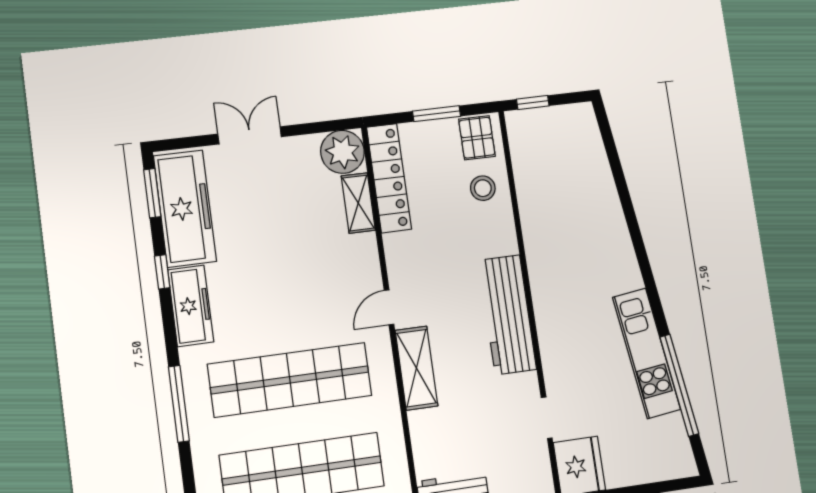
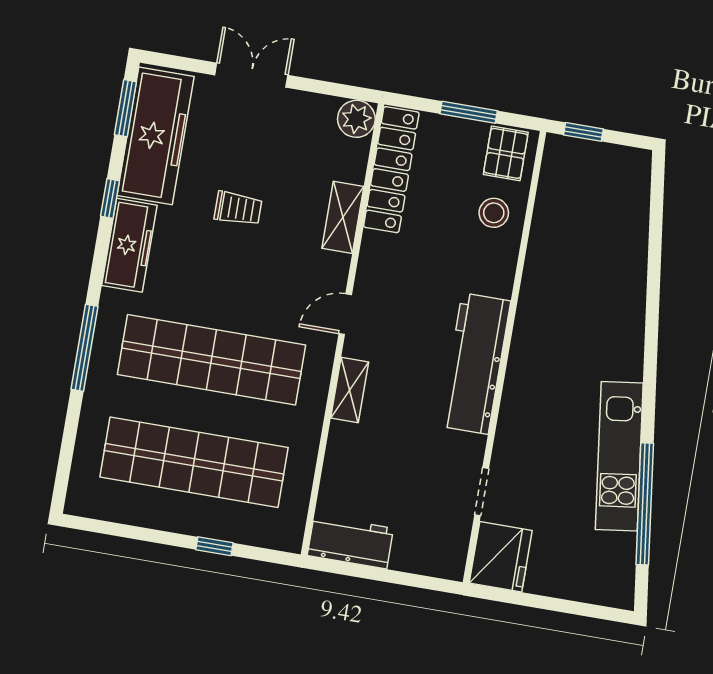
plant: (342, 152) -> (356, 119), width x0.73, depth x0.73
shelving: (358, 203) -> (343, 217), moved
trolley: (273, 248) -> (238, 208), added
shelving: (416, 368) -> (350, 390), width x0.67, depth x0.75

